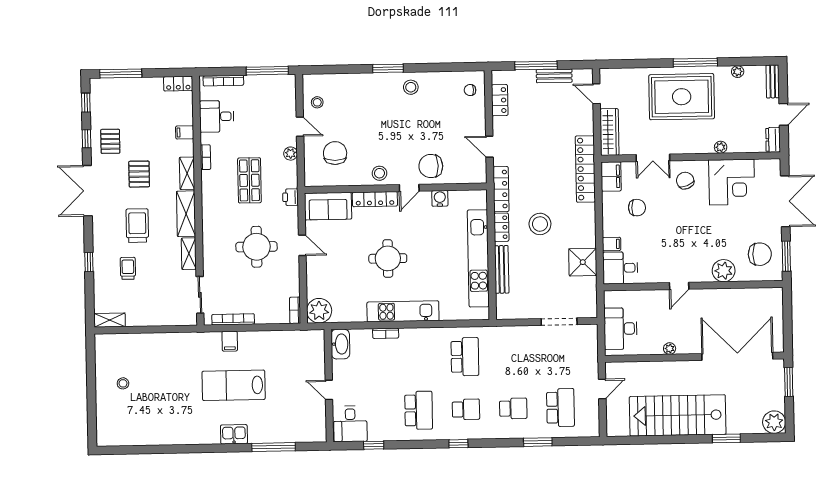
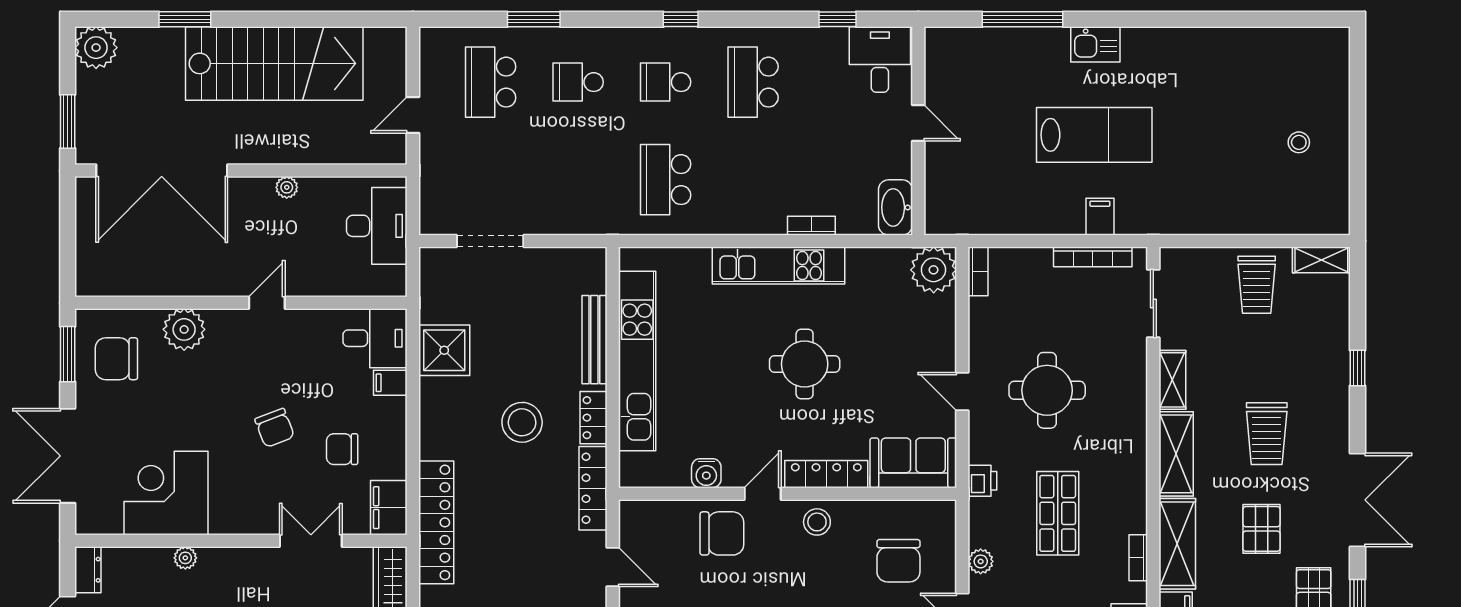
shelving: (187, 173) -> (1177, 544), width x1.50, depth x1.33
chair: (685, 181) -> (275, 428), moved
trolley: (128, 268) -> (1257, 285), moved, width x1.36, depth x1.39

